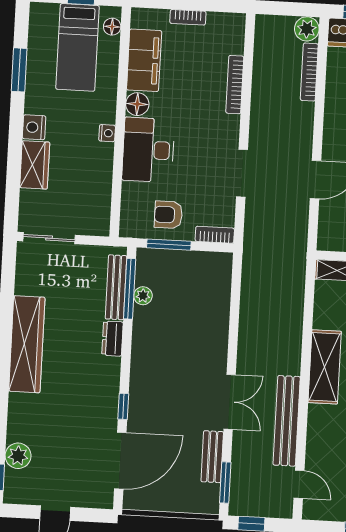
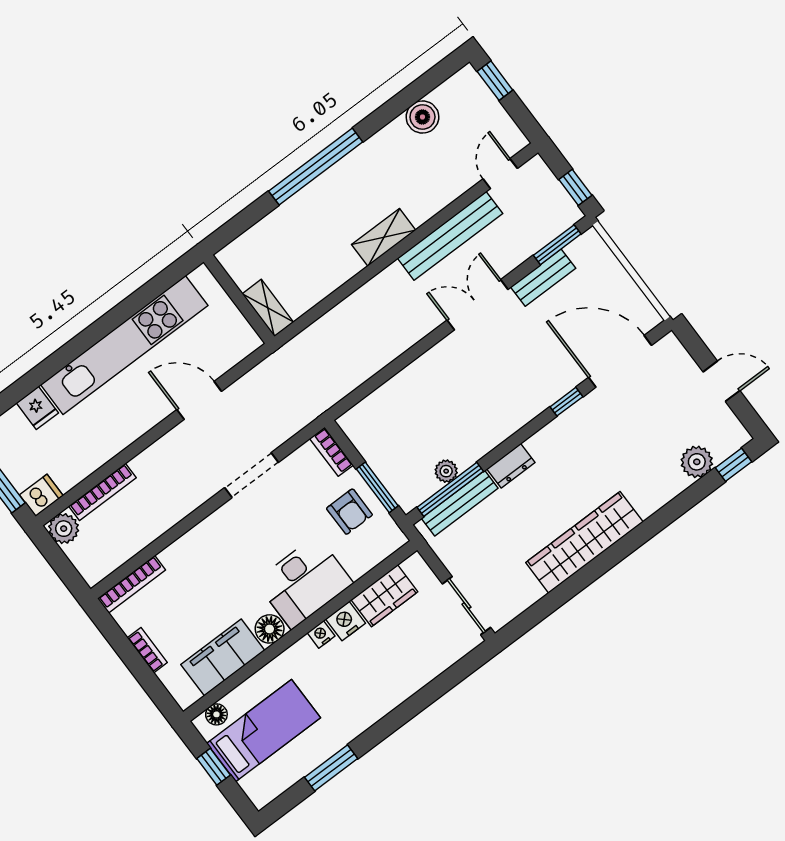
bookcase: (235, 85) -> (132, 584), moved
nightstand: (34, 127) -> (345, 621), moved, turned 180
wardrobe: (35, 165) -> (384, 596), moved, turned 180
shelving: (325, 367) -> (384, 237), width x0.67, depth x0.75

